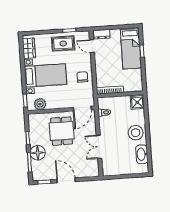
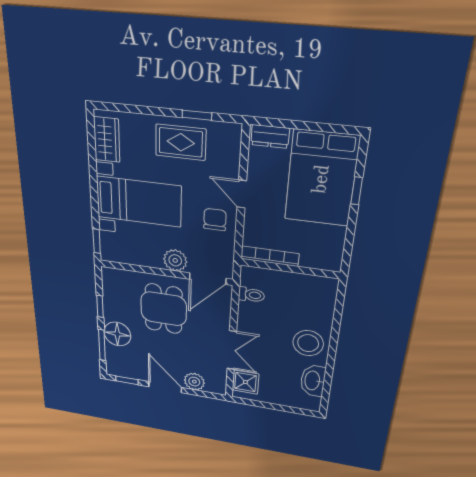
door: (92, 46) -> (242, 194), moved
bed: (131, 48) -> (321, 179), width x1.50
shower: (137, 102) -> (246, 382), moved
plant: (40, 104) -> (175, 260), moved
double door: (99, 147) -> (232, 350), swing flipped
plant: (82, 172) -> (194, 382), added

